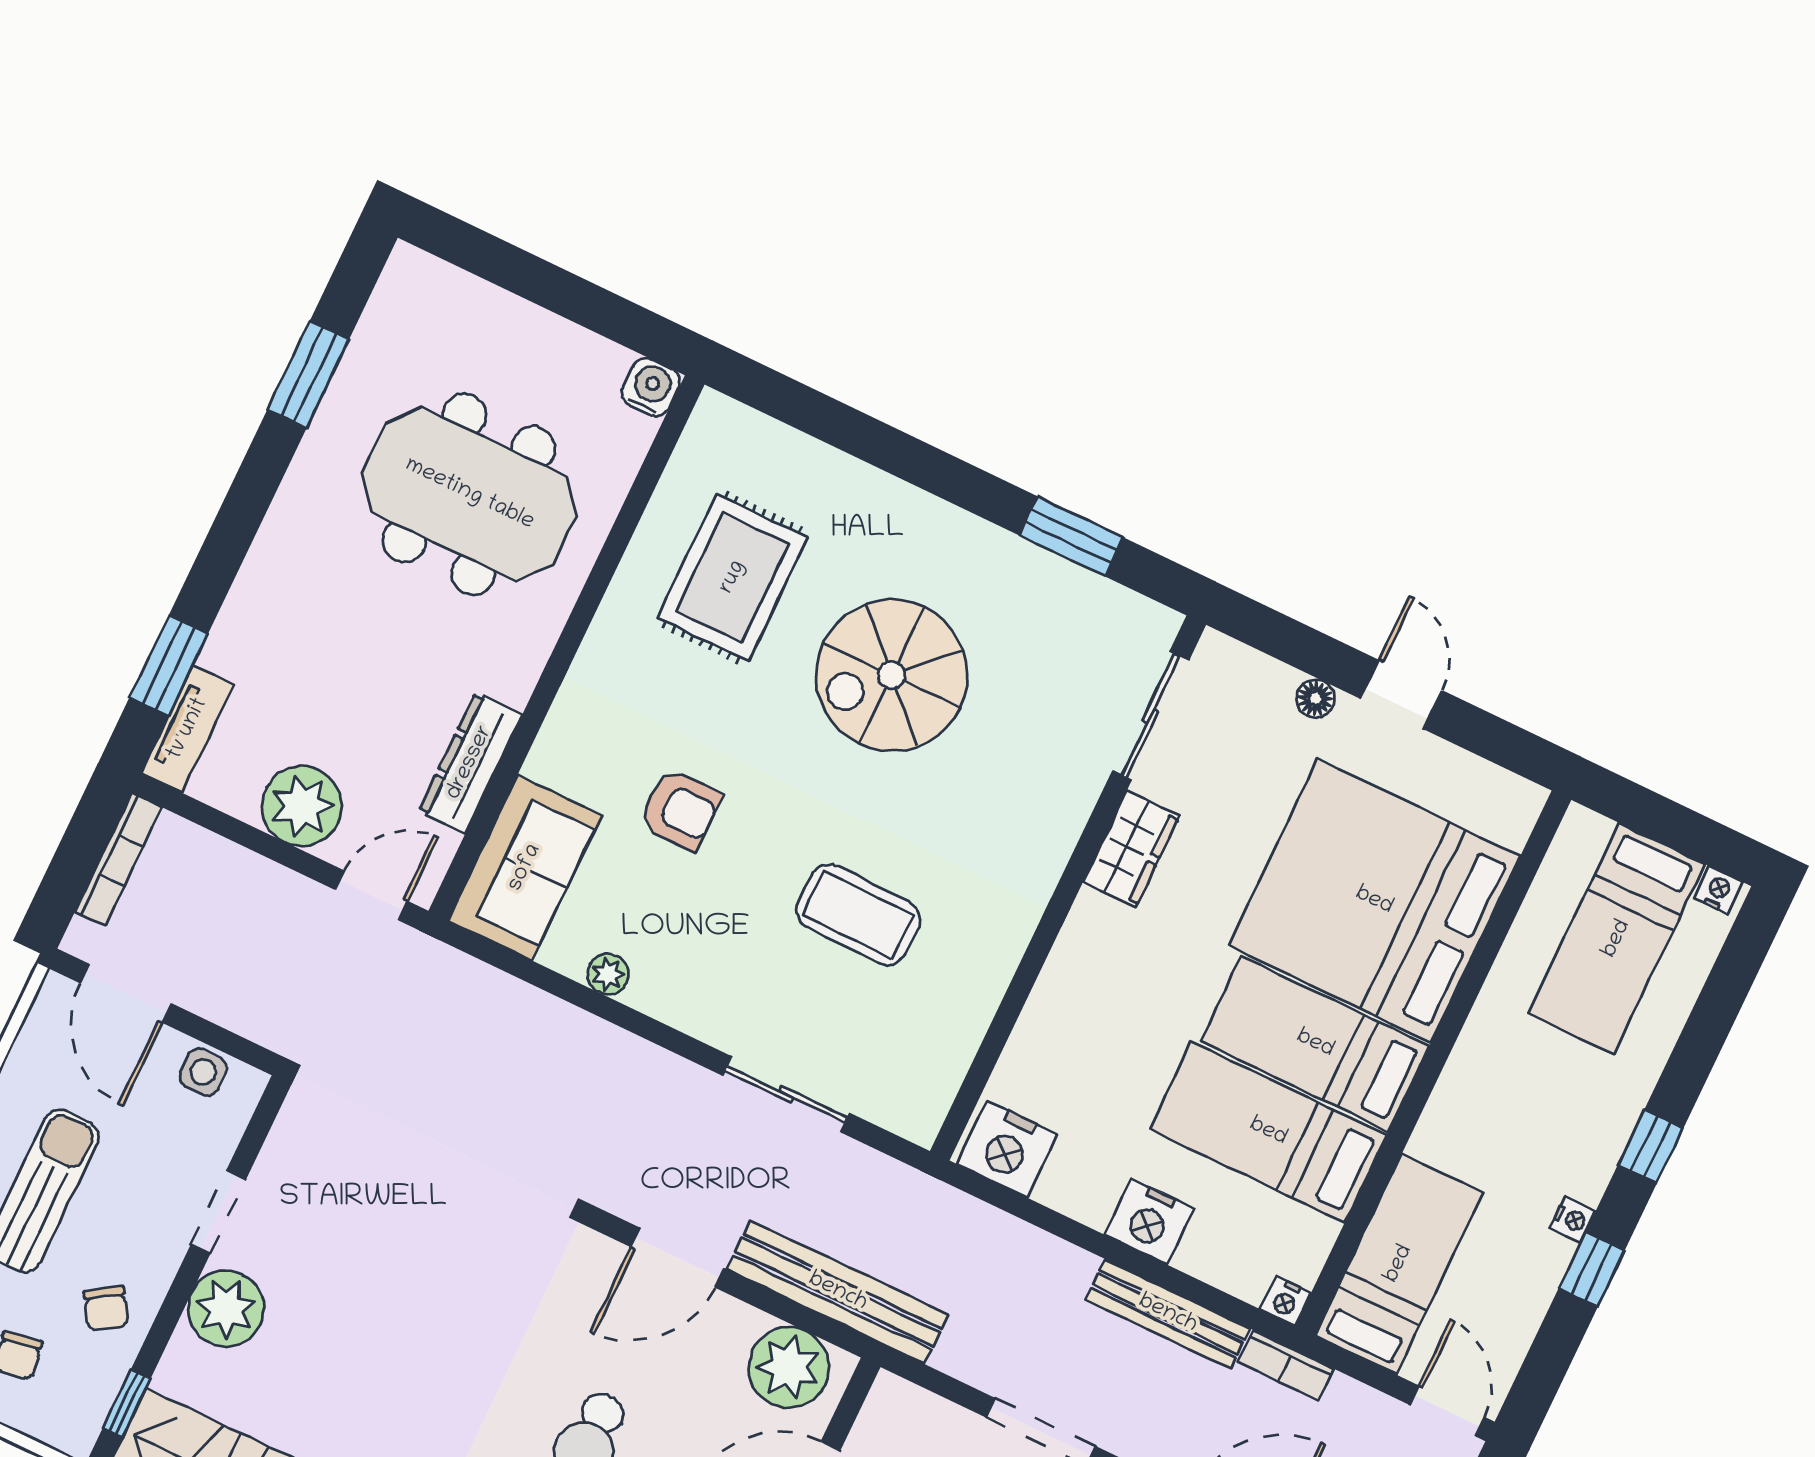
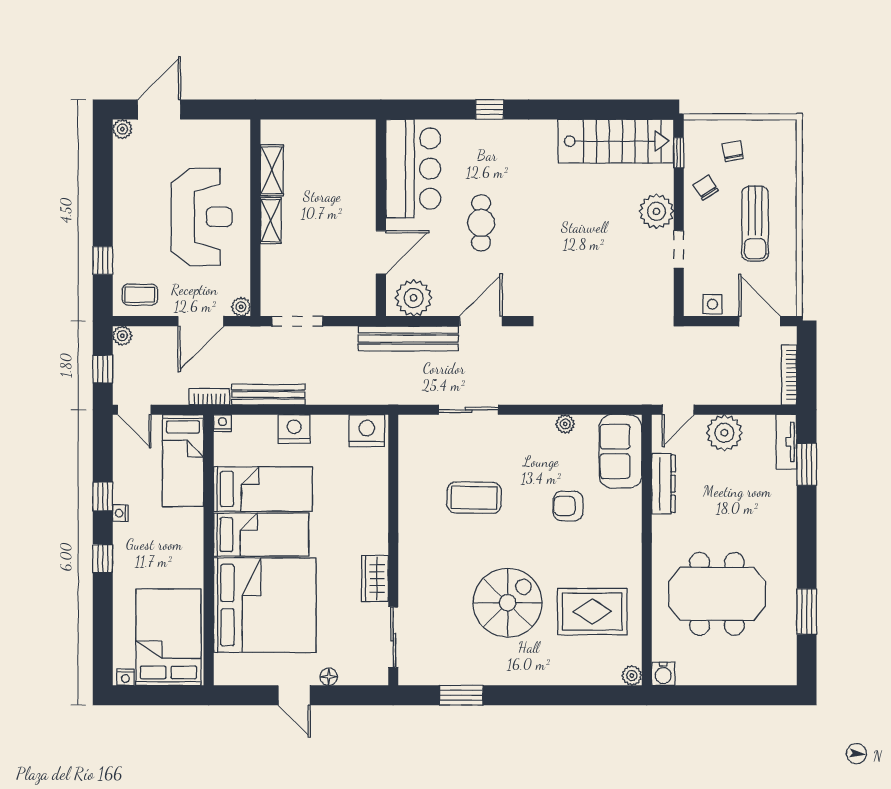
plant: (715, 414) -> (632, 675), added
rug: (733, 577) -> (592, 612), turned 90
bed: (1617, 939) -> (169, 637), width x1.50

